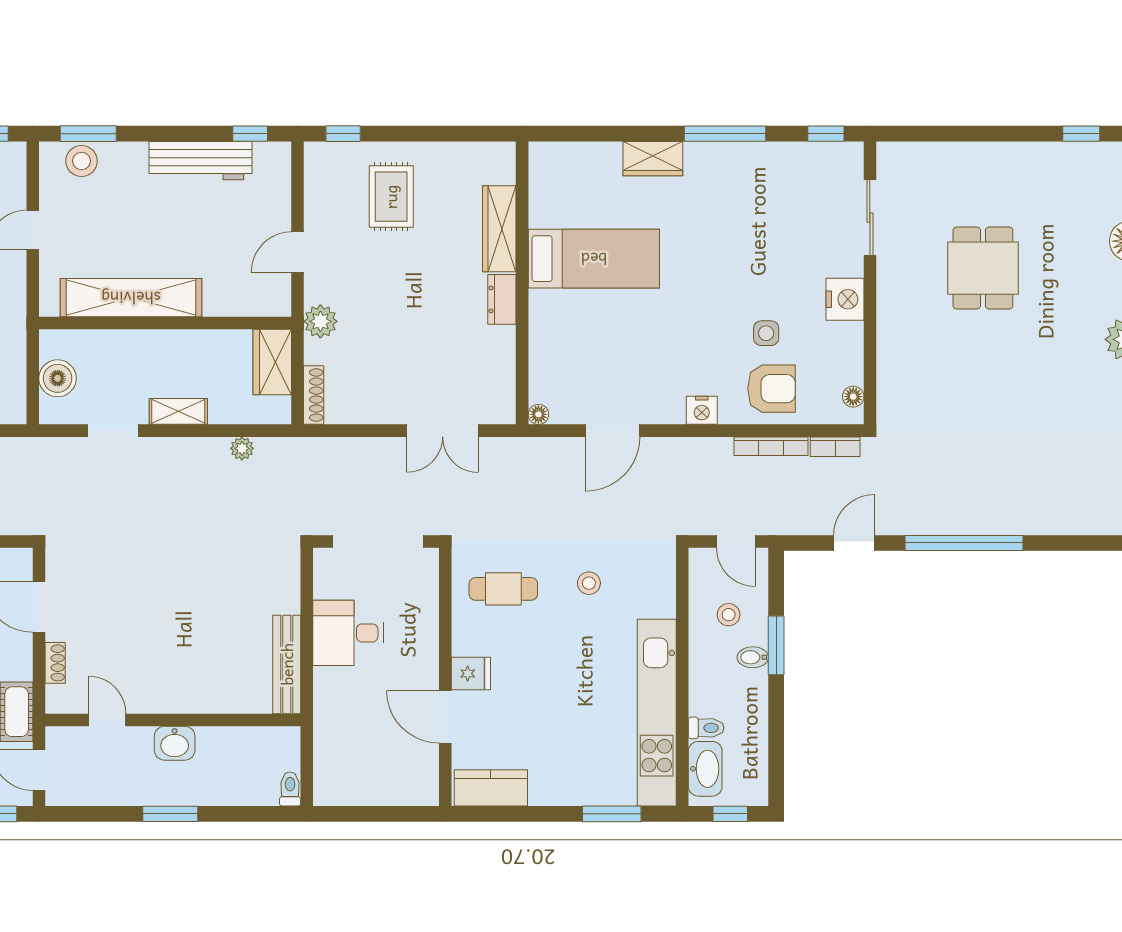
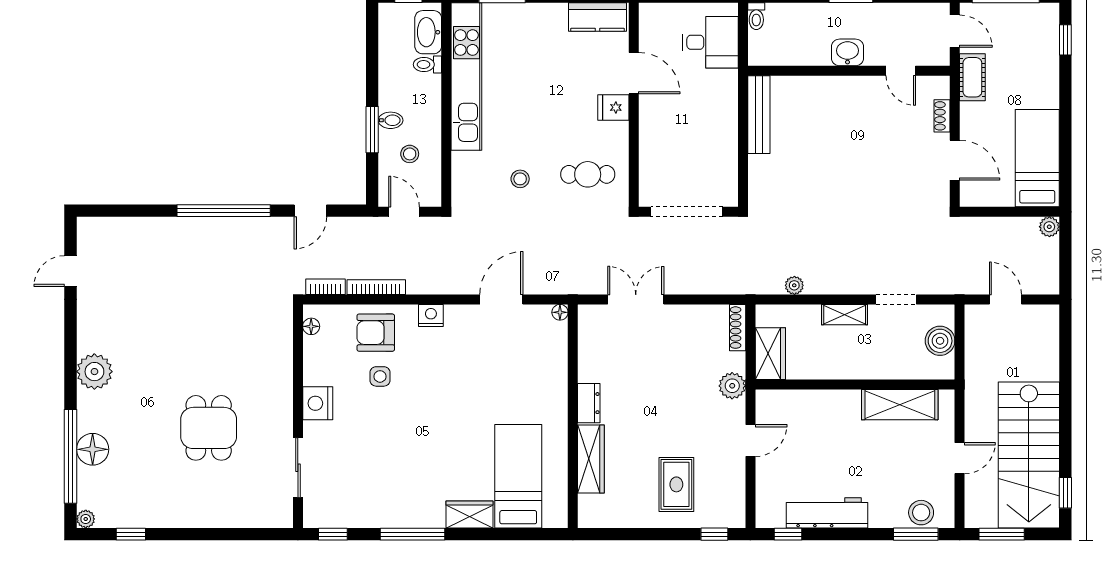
bed: (594, 259) -> (518, 476), moved, turned 90
shelving: (131, 298) -> (900, 405), width x0.68
desk: (348, 633) -> (710, 42), moved

